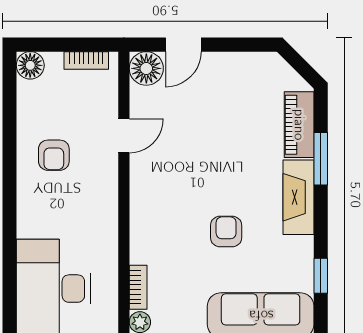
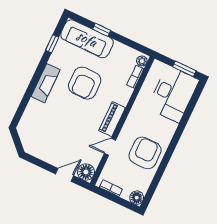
piano: (299, 125) -> (112, 119), moved, turned 180
armchair: (54, 155) -> (145, 153), width x1.88, depth x1.88
window: (321, 159) -> (28, 96), removed
armchair: (226, 232) -> (85, 83), width x1.88, depth x1.88

